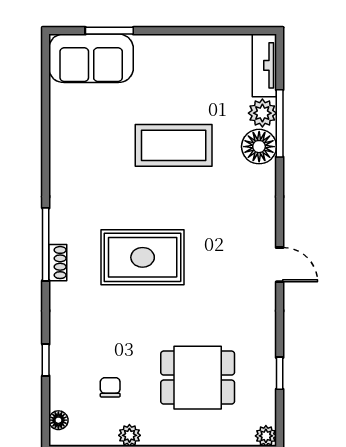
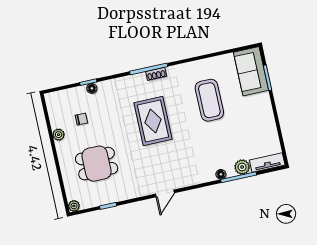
coffee table: (174, 145) -> (209, 100), moved
floor lamp: (259, 147) -> (221, 174), width x0.53, depth x0.53
shoe rack: (58, 263) -> (156, 74), moved
dining table: (198, 378) -> (97, 164), turned 90
floor lamp: (58, 420) -> (92, 88), moved

